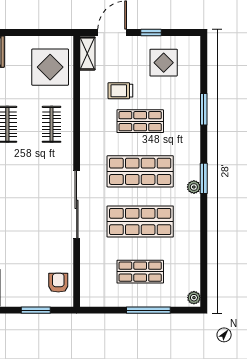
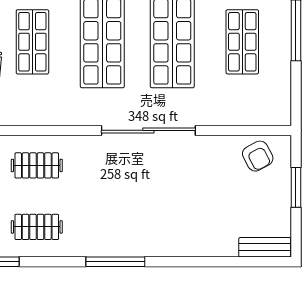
armchair: (58, 283) -> (258, 156), turned -118

